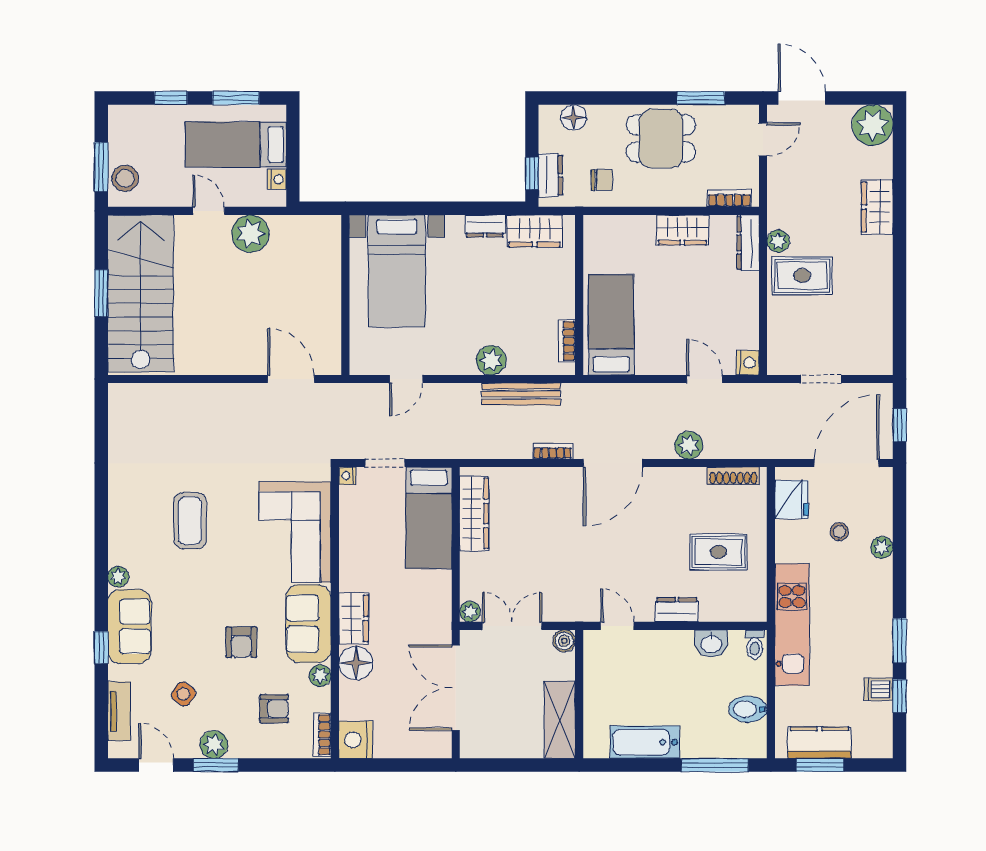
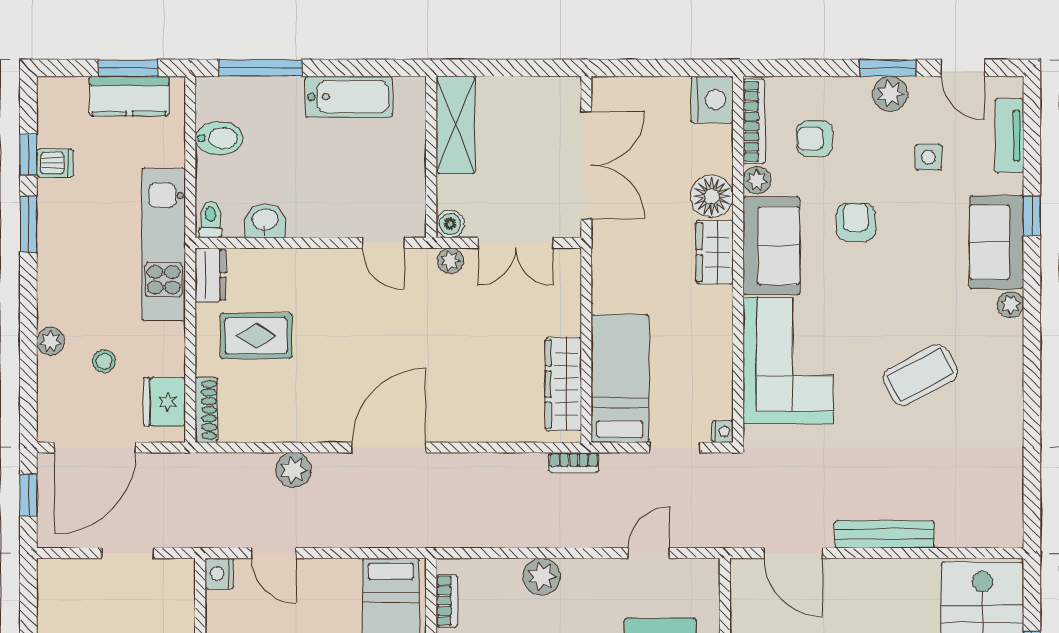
bench: (521, 394) -> (885, 534), moved
bookcase: (553, 451) -> (574, 462), moved
shoe rack: (733, 476) -> (206, 410), moved, turned 90
coffee table: (190, 521) -> (920, 375), turned 62
dresser: (677, 610) -> (210, 275), moved, turned -90
plant: (470, 612) -> (450, 261), moved
side table: (183, 694) -> (928, 157), turned -36
bookcase: (322, 735) -> (754, 121), width x1.56

